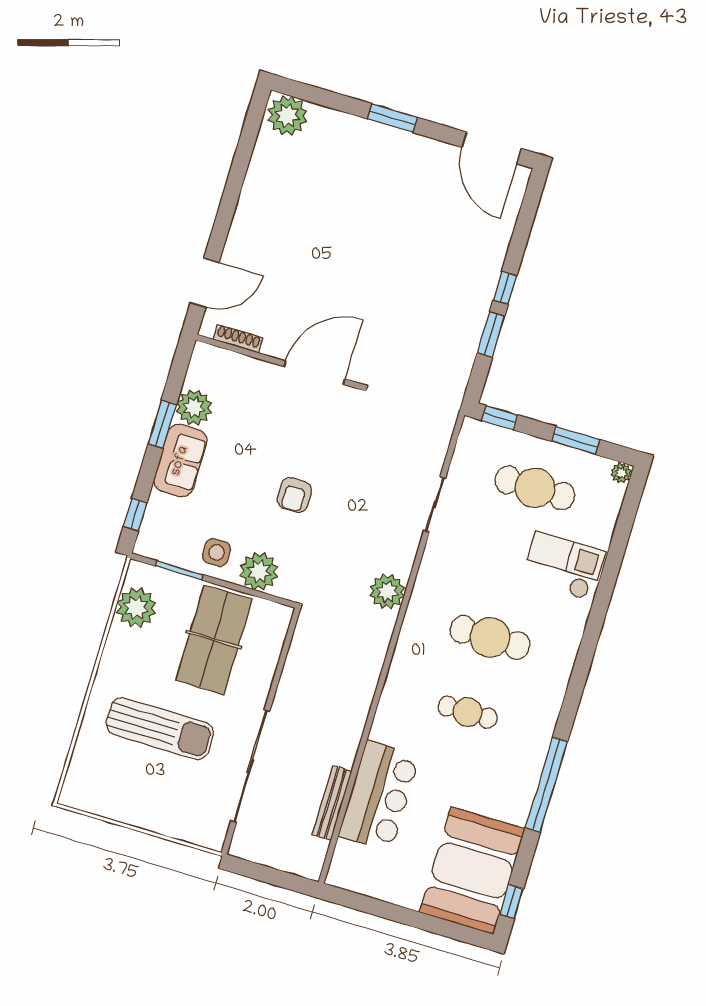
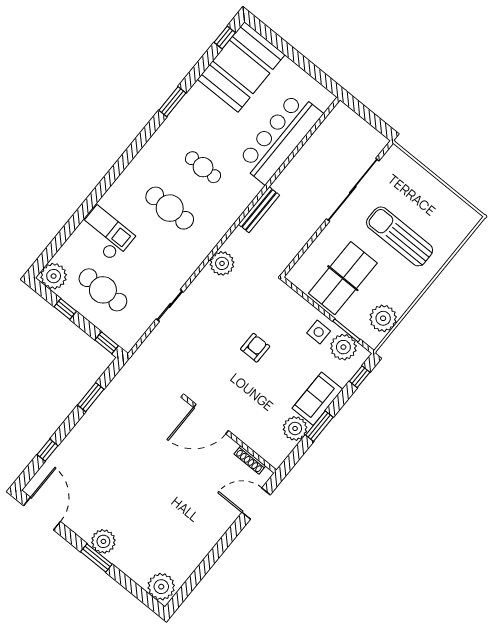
plant: (392, 145) -> (103, 541), added
window: (505, 288) -> (47, 450), moved
window: (576, 440) -> (65, 309), width x0.67
plant: (621, 473) -> (54, 276), width x1.88, depth x1.88
checkout: (563, 566) -> (105, 234), turned 180
plant: (259, 571) -> (343, 347), moved
window: (546, 784) -> (172, 102), width x0.47
bar counter: (379, 796) -> (280, 138), width x1.36
bench: (332, 803) -> (259, 210), moved

